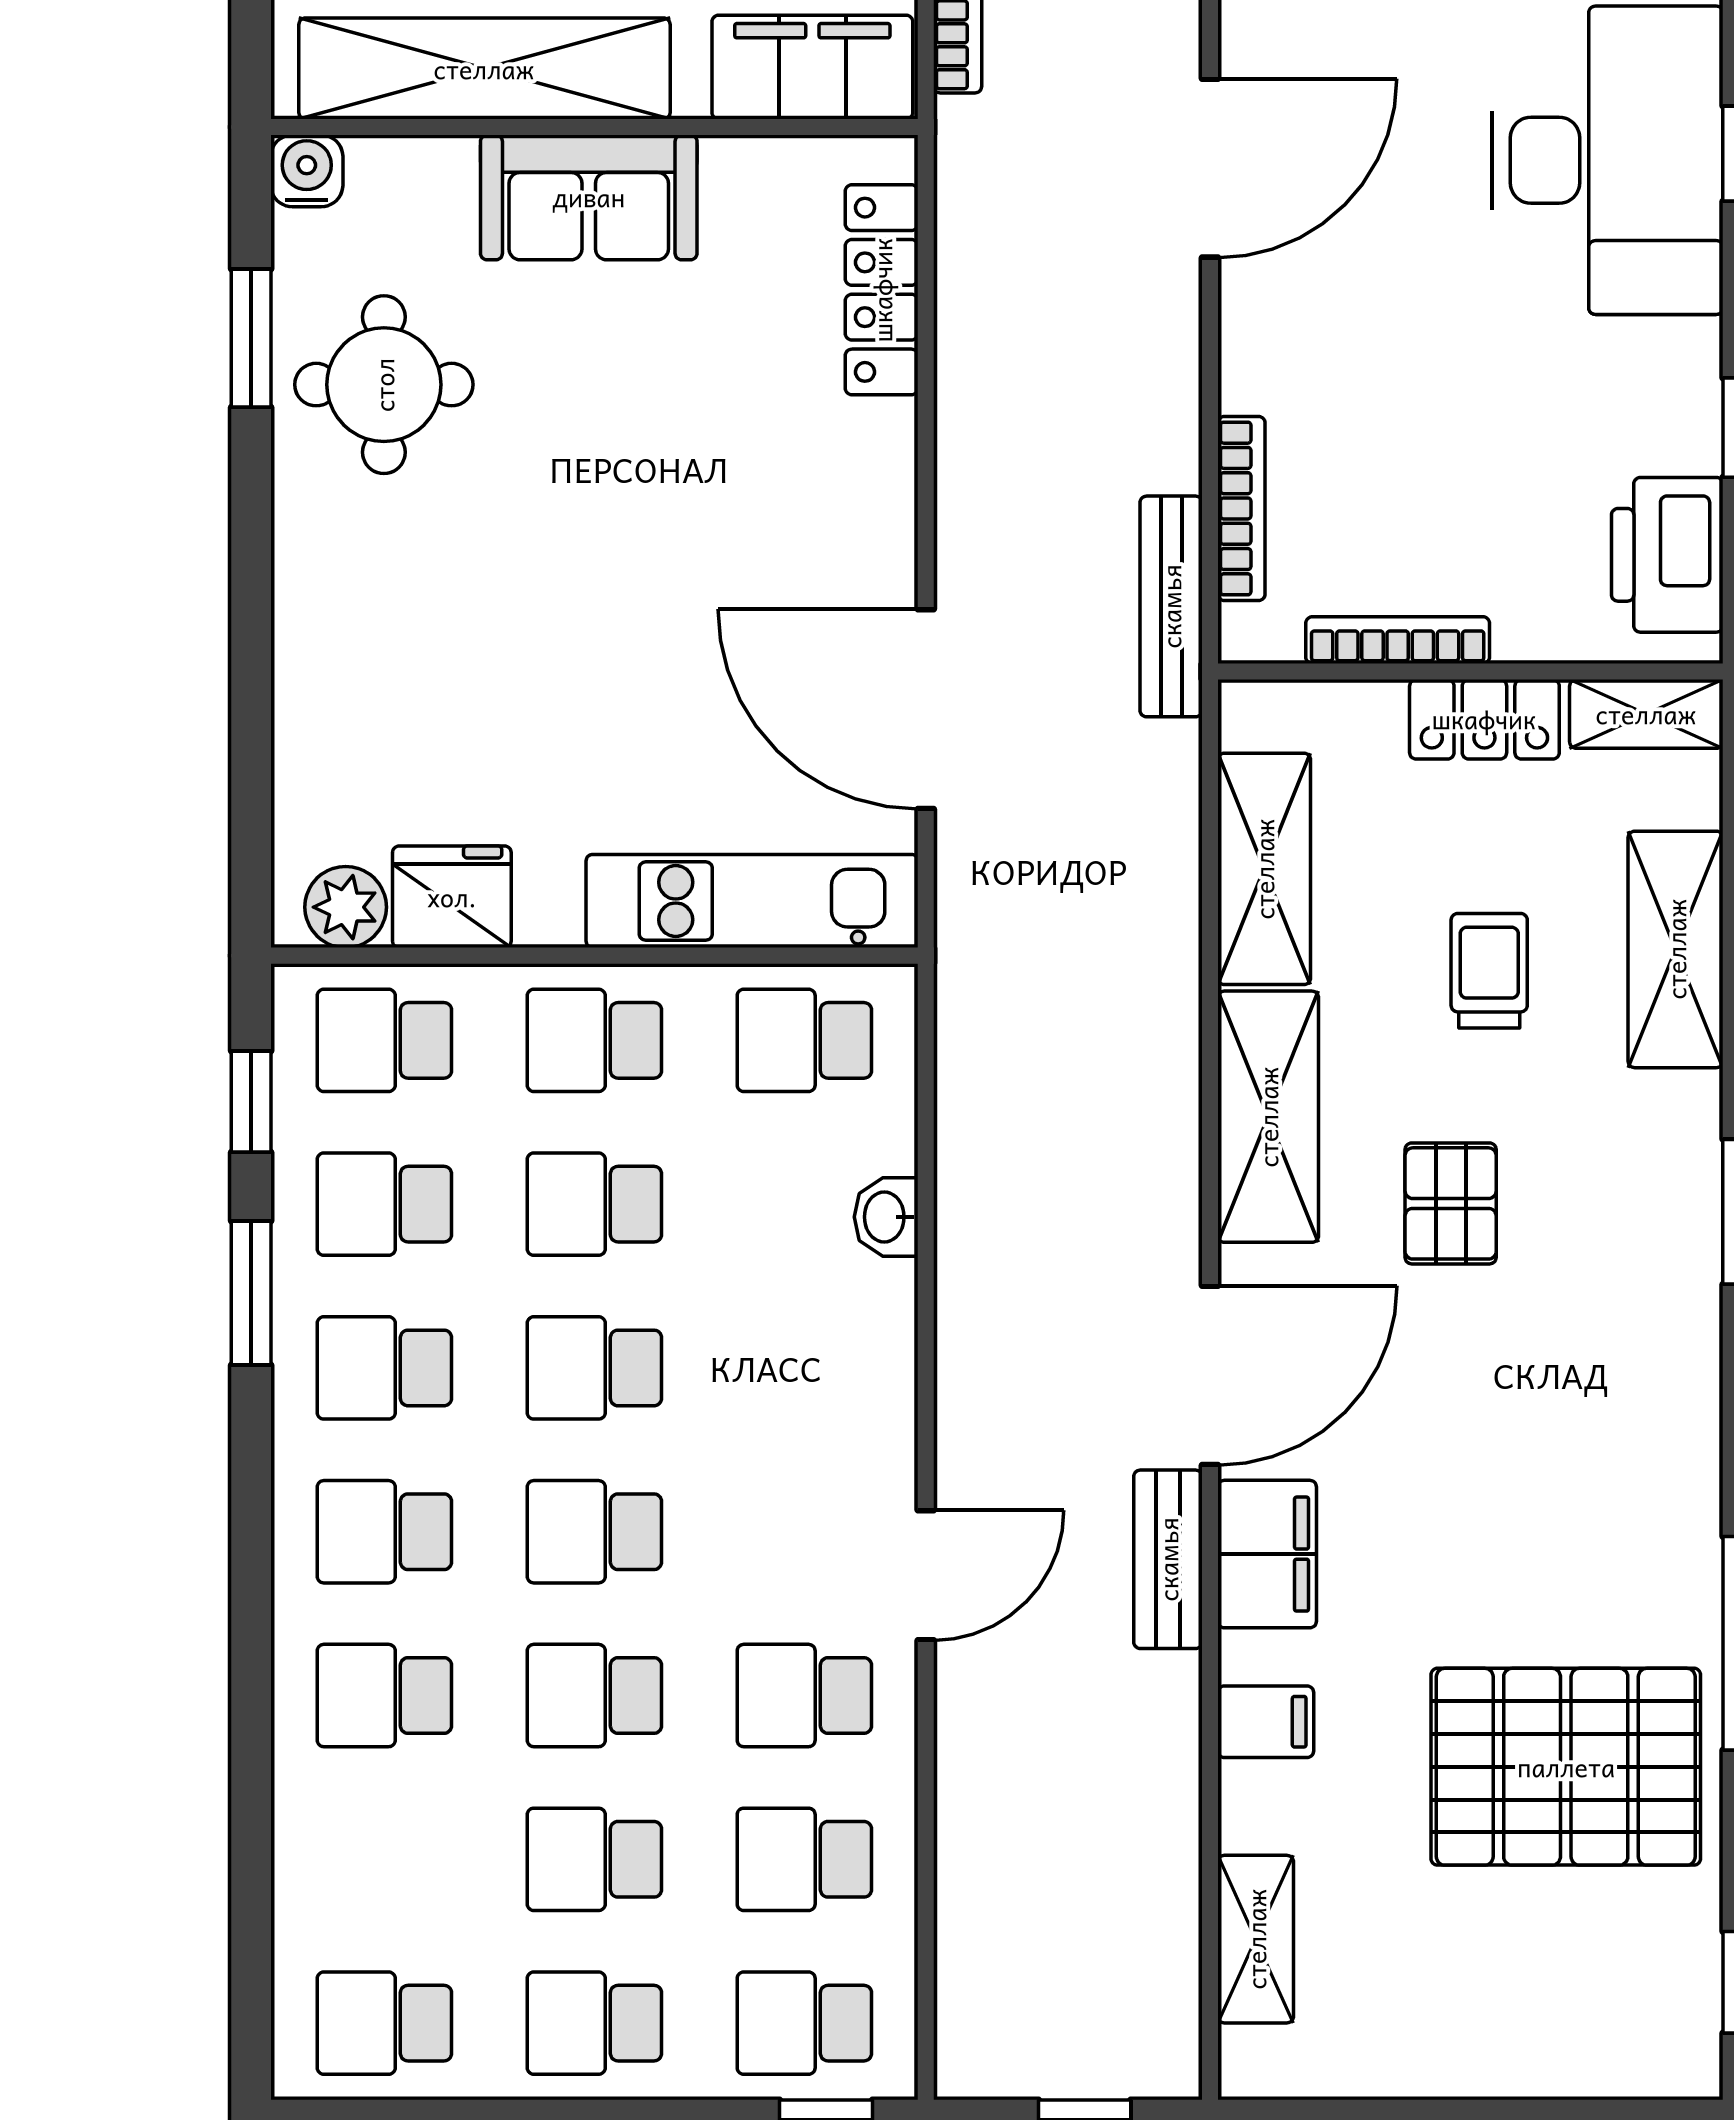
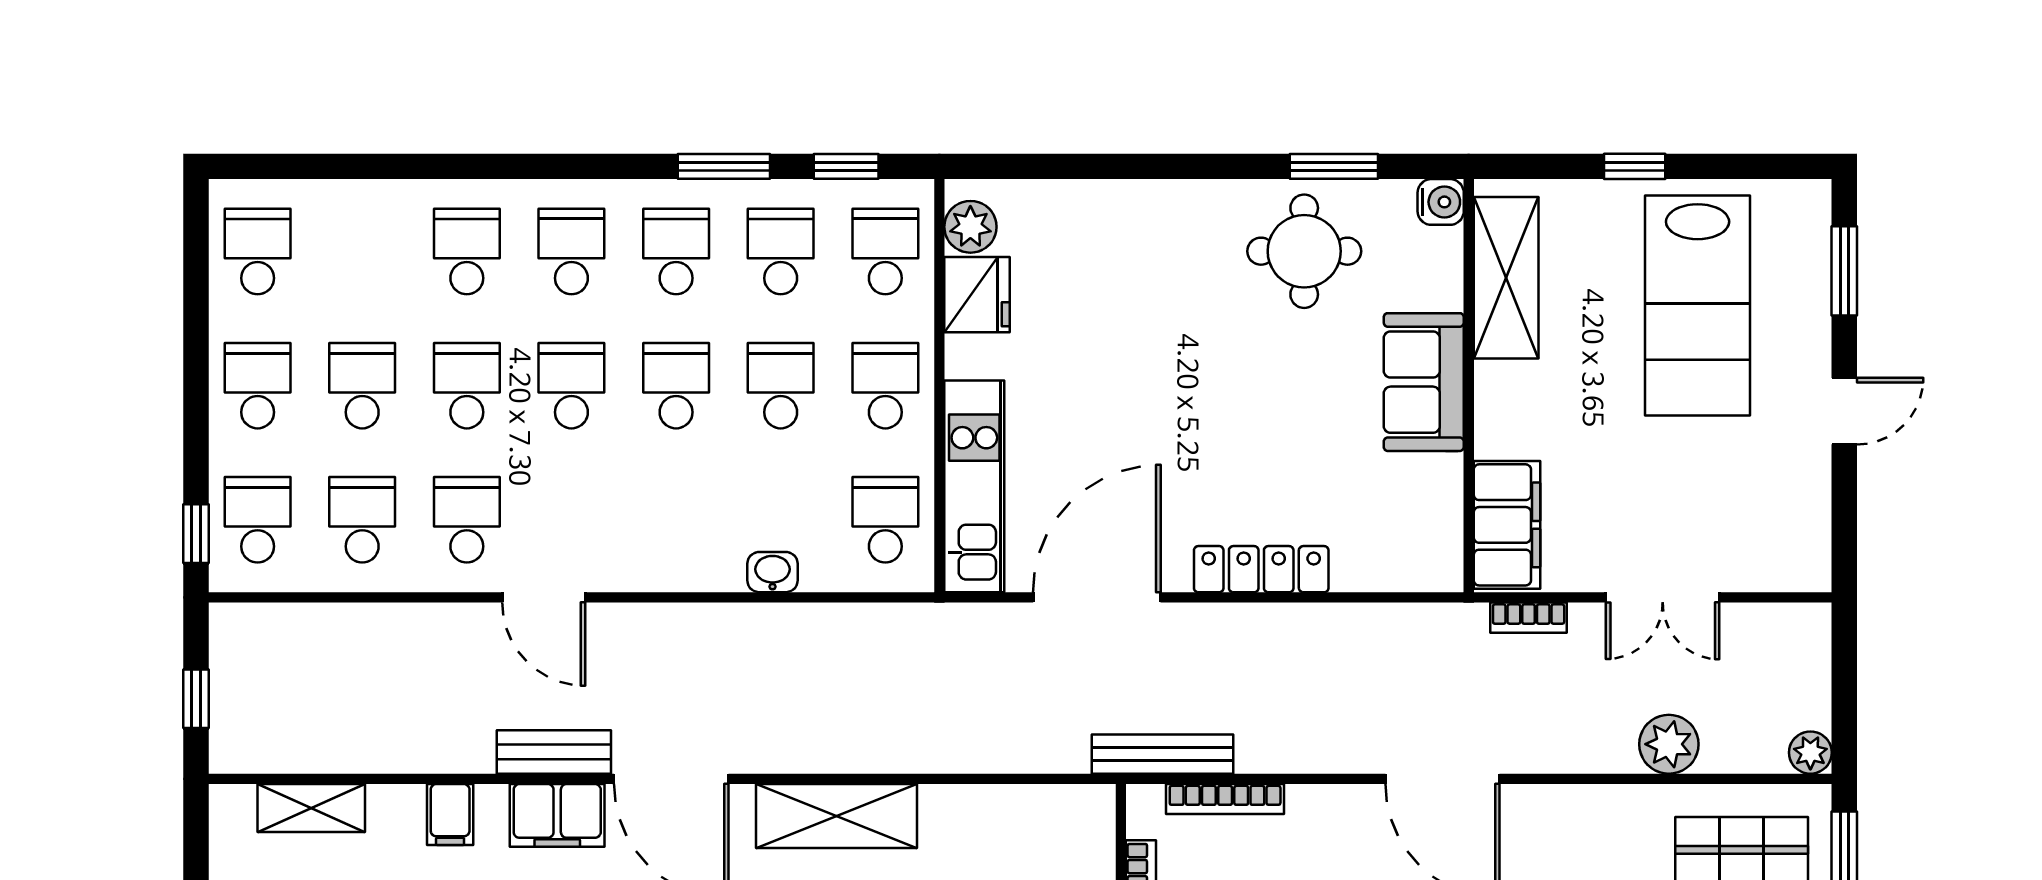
shelving: (484, 69) -> (1506, 278), width x0.68
locker: (882, 290) -> (1261, 569), moved
shelving: (1264, 869) -> (995, 813), removed

